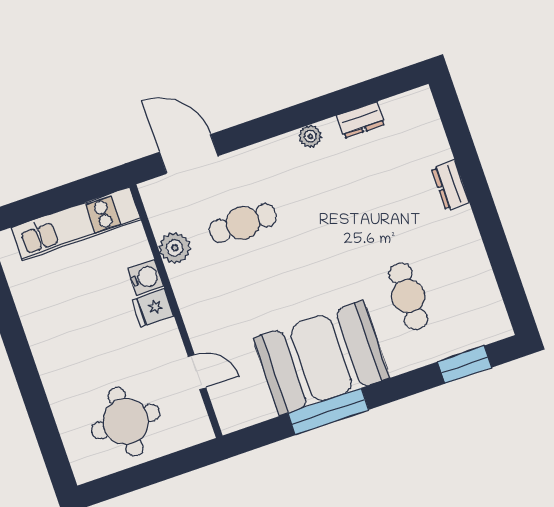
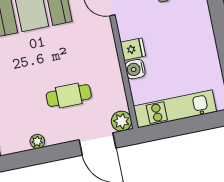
plant: (310, 136) -> (37, 141), moved
plant: (175, 248) -> (122, 121), moved

